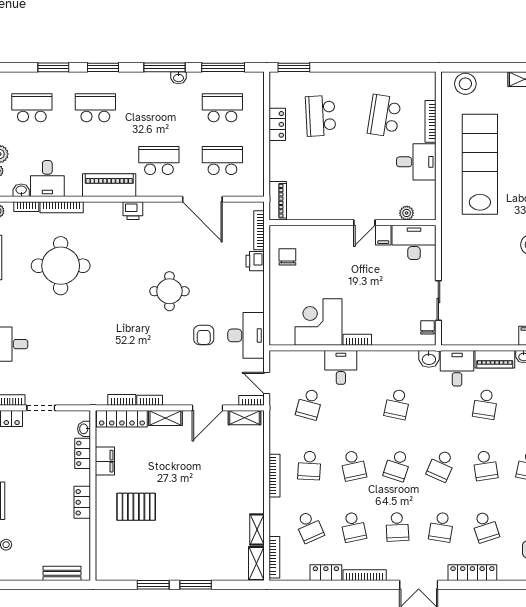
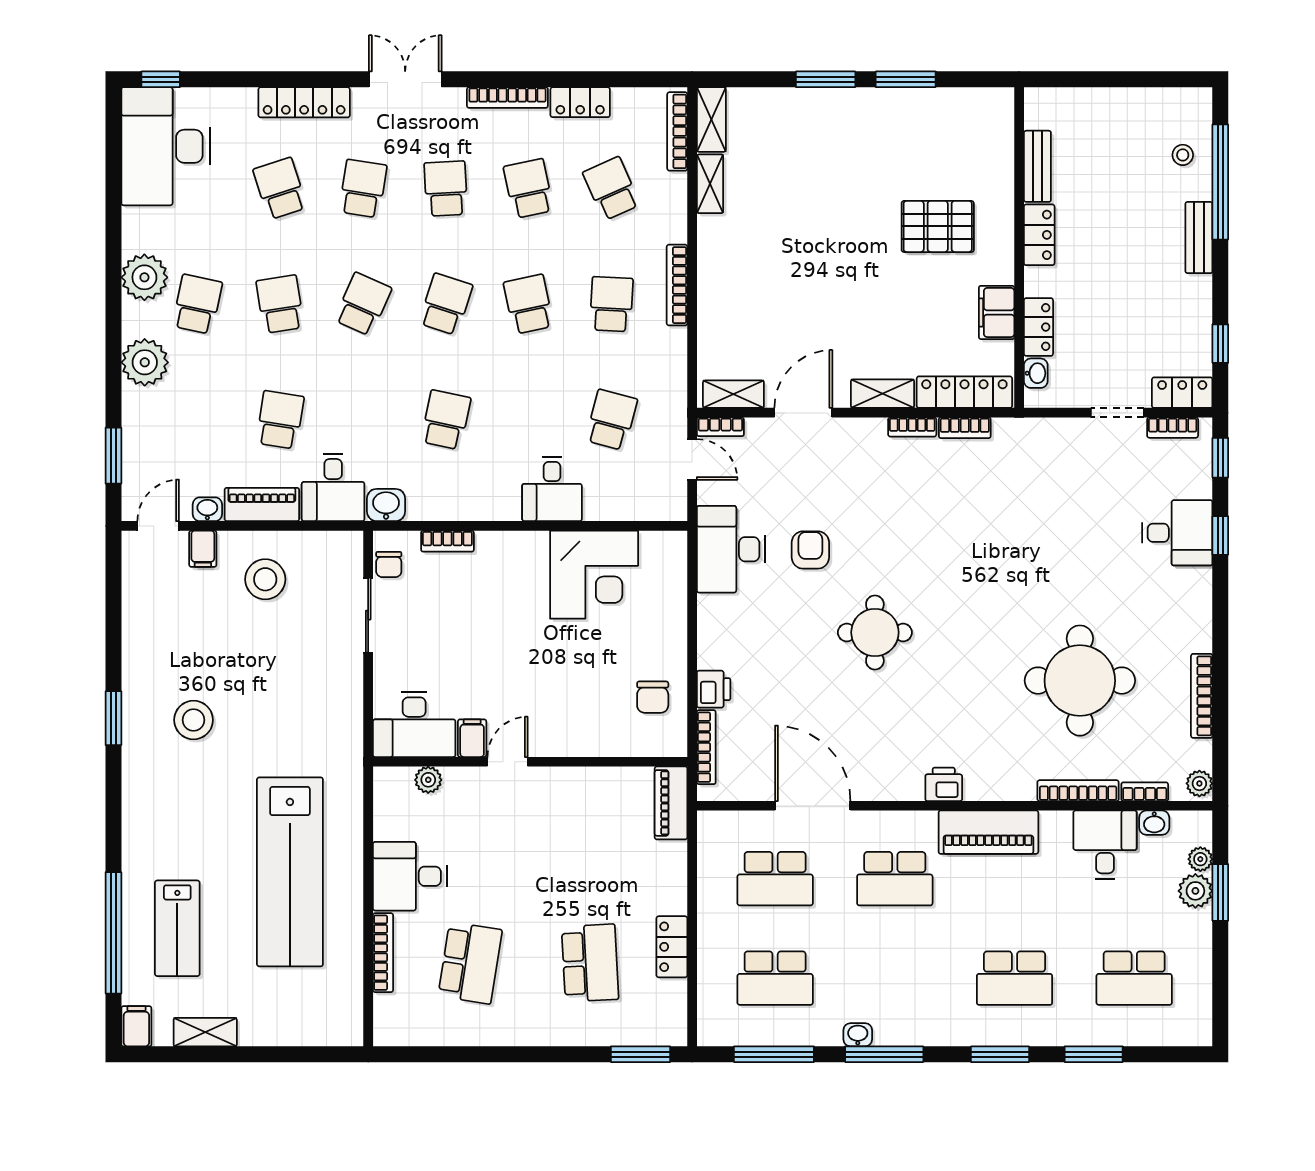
stool: (465, 84) -> (265, 579), moved
bookcase: (357, 340) -> (447, 541), moved
bench: (62, 573) -> (1037, 166), moved, turned 90

